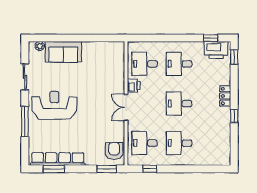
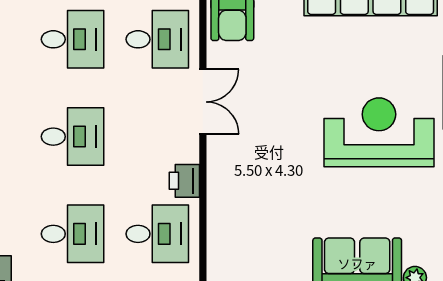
reception desk: (54, 105) -> (379, 132), turned 180
double door: (126, 107) -> (203, 102), moved

